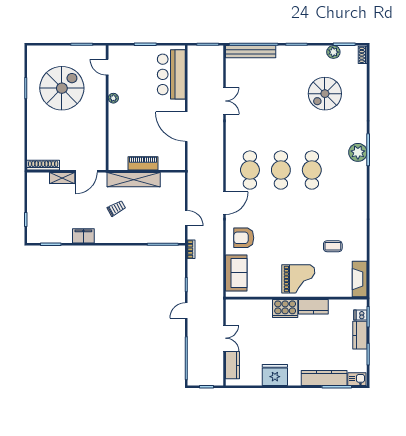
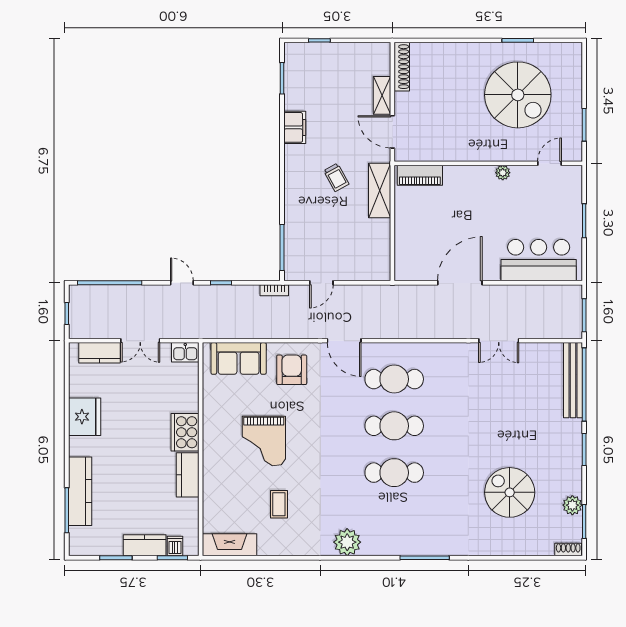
plant: (358, 152) -> (347, 542), moved
piano: (143, 163) -> (420, 175), moved, turned 90
shelving: (134, 180) -> (380, 191), width x0.68
grand piano: (298, 279) -> (264, 441), moved
kitchen sink: (357, 379) -> (185, 352), moved, turned 90

